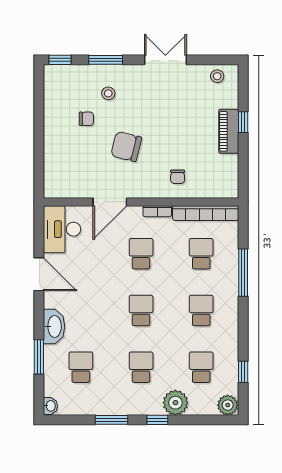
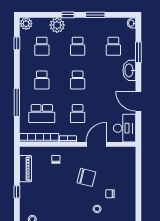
piano: (229, 131) -> (25, 169), moved
school desk: (201, 254) -> (42, 114), width x1.85

